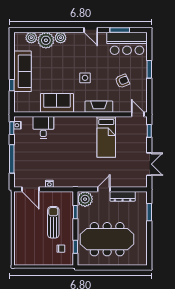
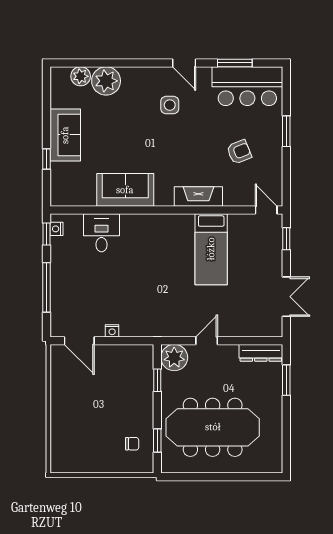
plant: (61, 38) -> (132, 76), removed
sofa: (23, 71) -> (65, 135), width x0.73
side table: (85, 78) -> (170, 105), moved
dresser: (123, 196) -> (261, 353), moved
sun lounger: (53, 222) -> (119, 398), removed

